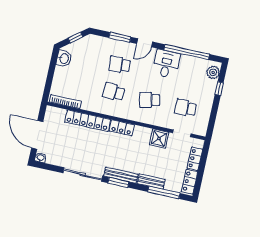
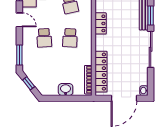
window: (120, 37) -> (19, 55), moved
washbasin: (64, 59) -> (66, 89), moved
locker: (88, 121) -> (101, 72), moved

